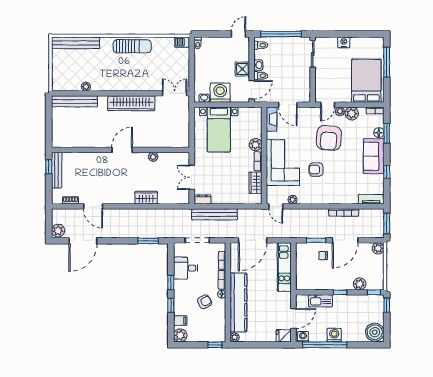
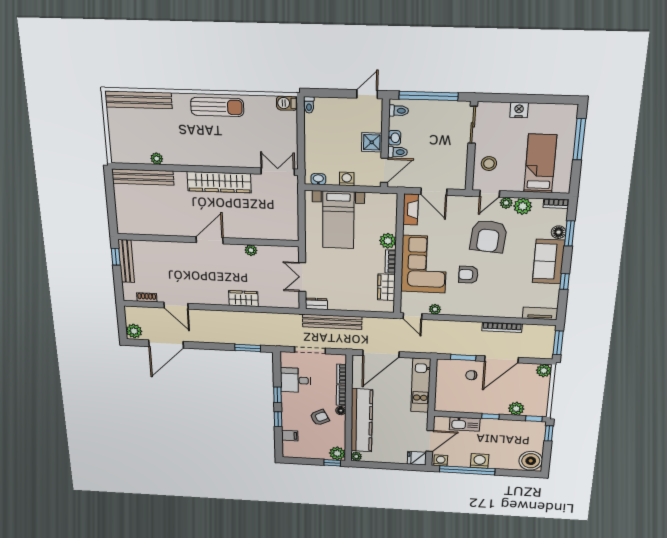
bed: (366, 81) -> (540, 164), width x0.67
stool: (326, 82) -> (489, 164), added
washing machine: (220, 93) -> (347, 179), width x0.53, depth x0.53
plant: (180, 335) -> (337, 453), moved

